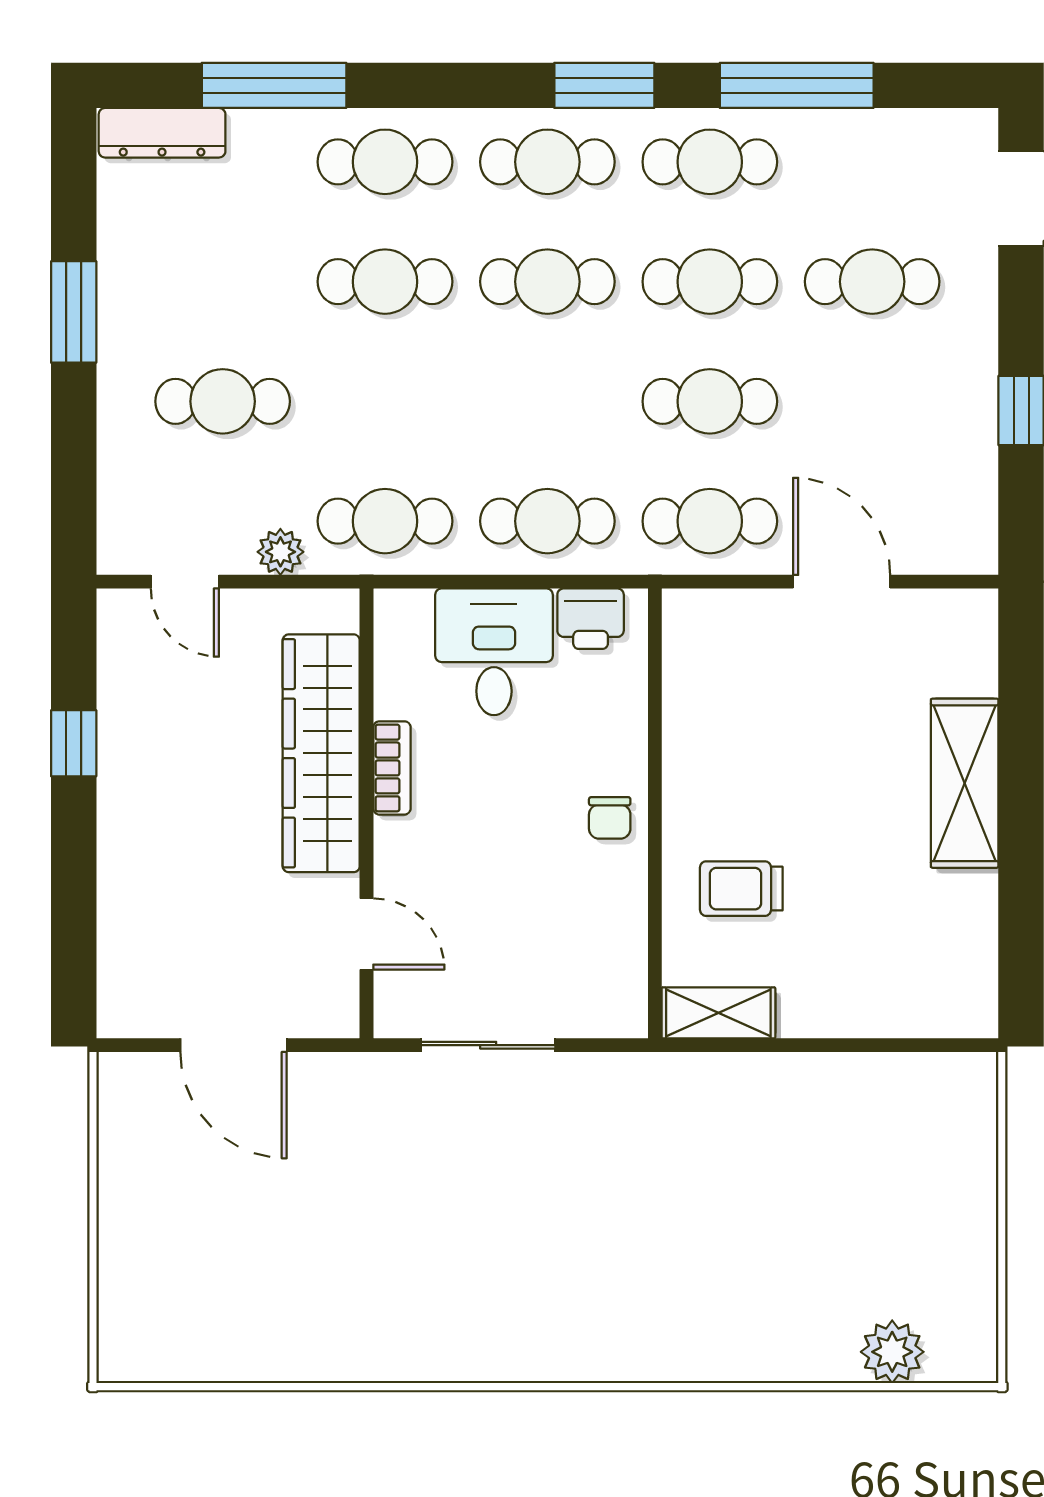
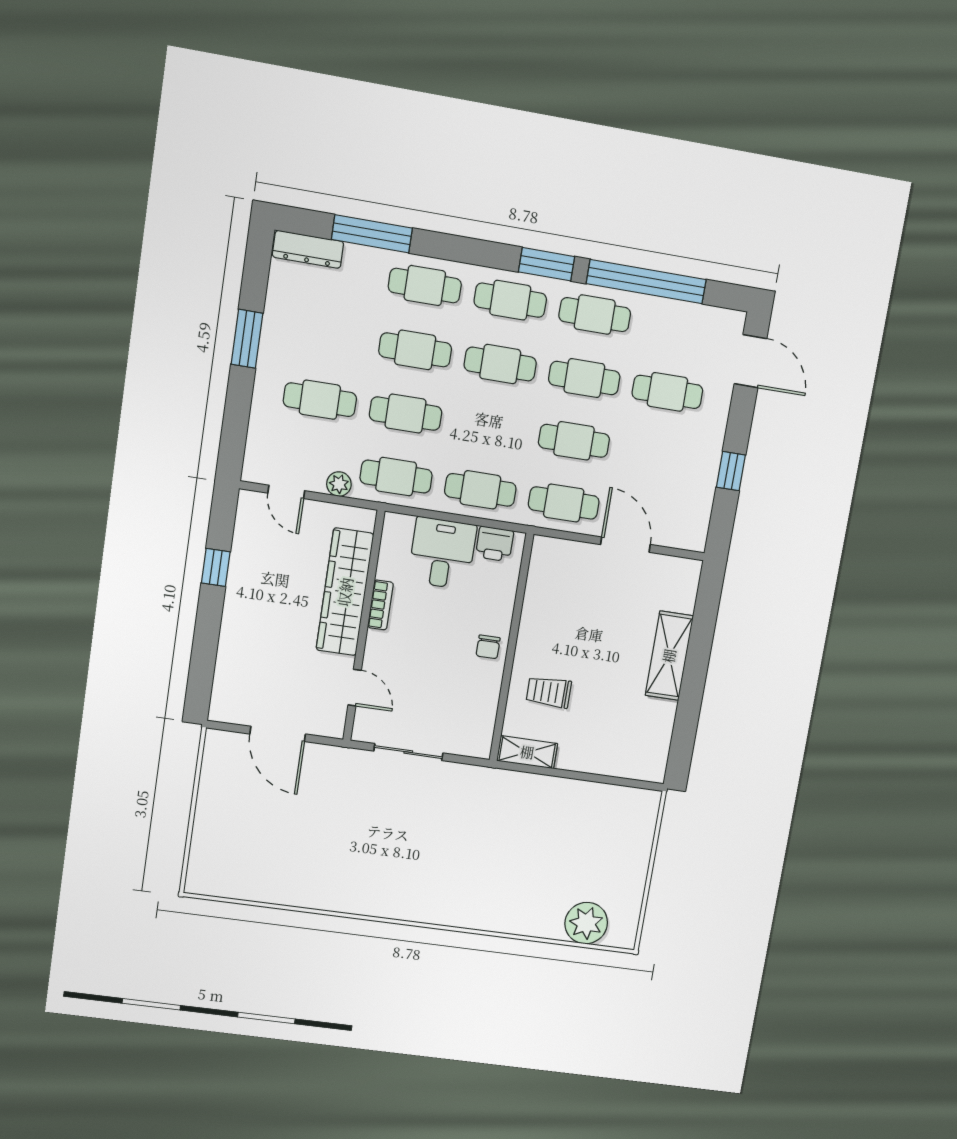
window: (797, 85) -> (646, 282), width x1.46
cafe table: (385, 401) -> (406, 414), added
plant: (892, 1352) -> (586, 923), width x1.36, depth x1.36

